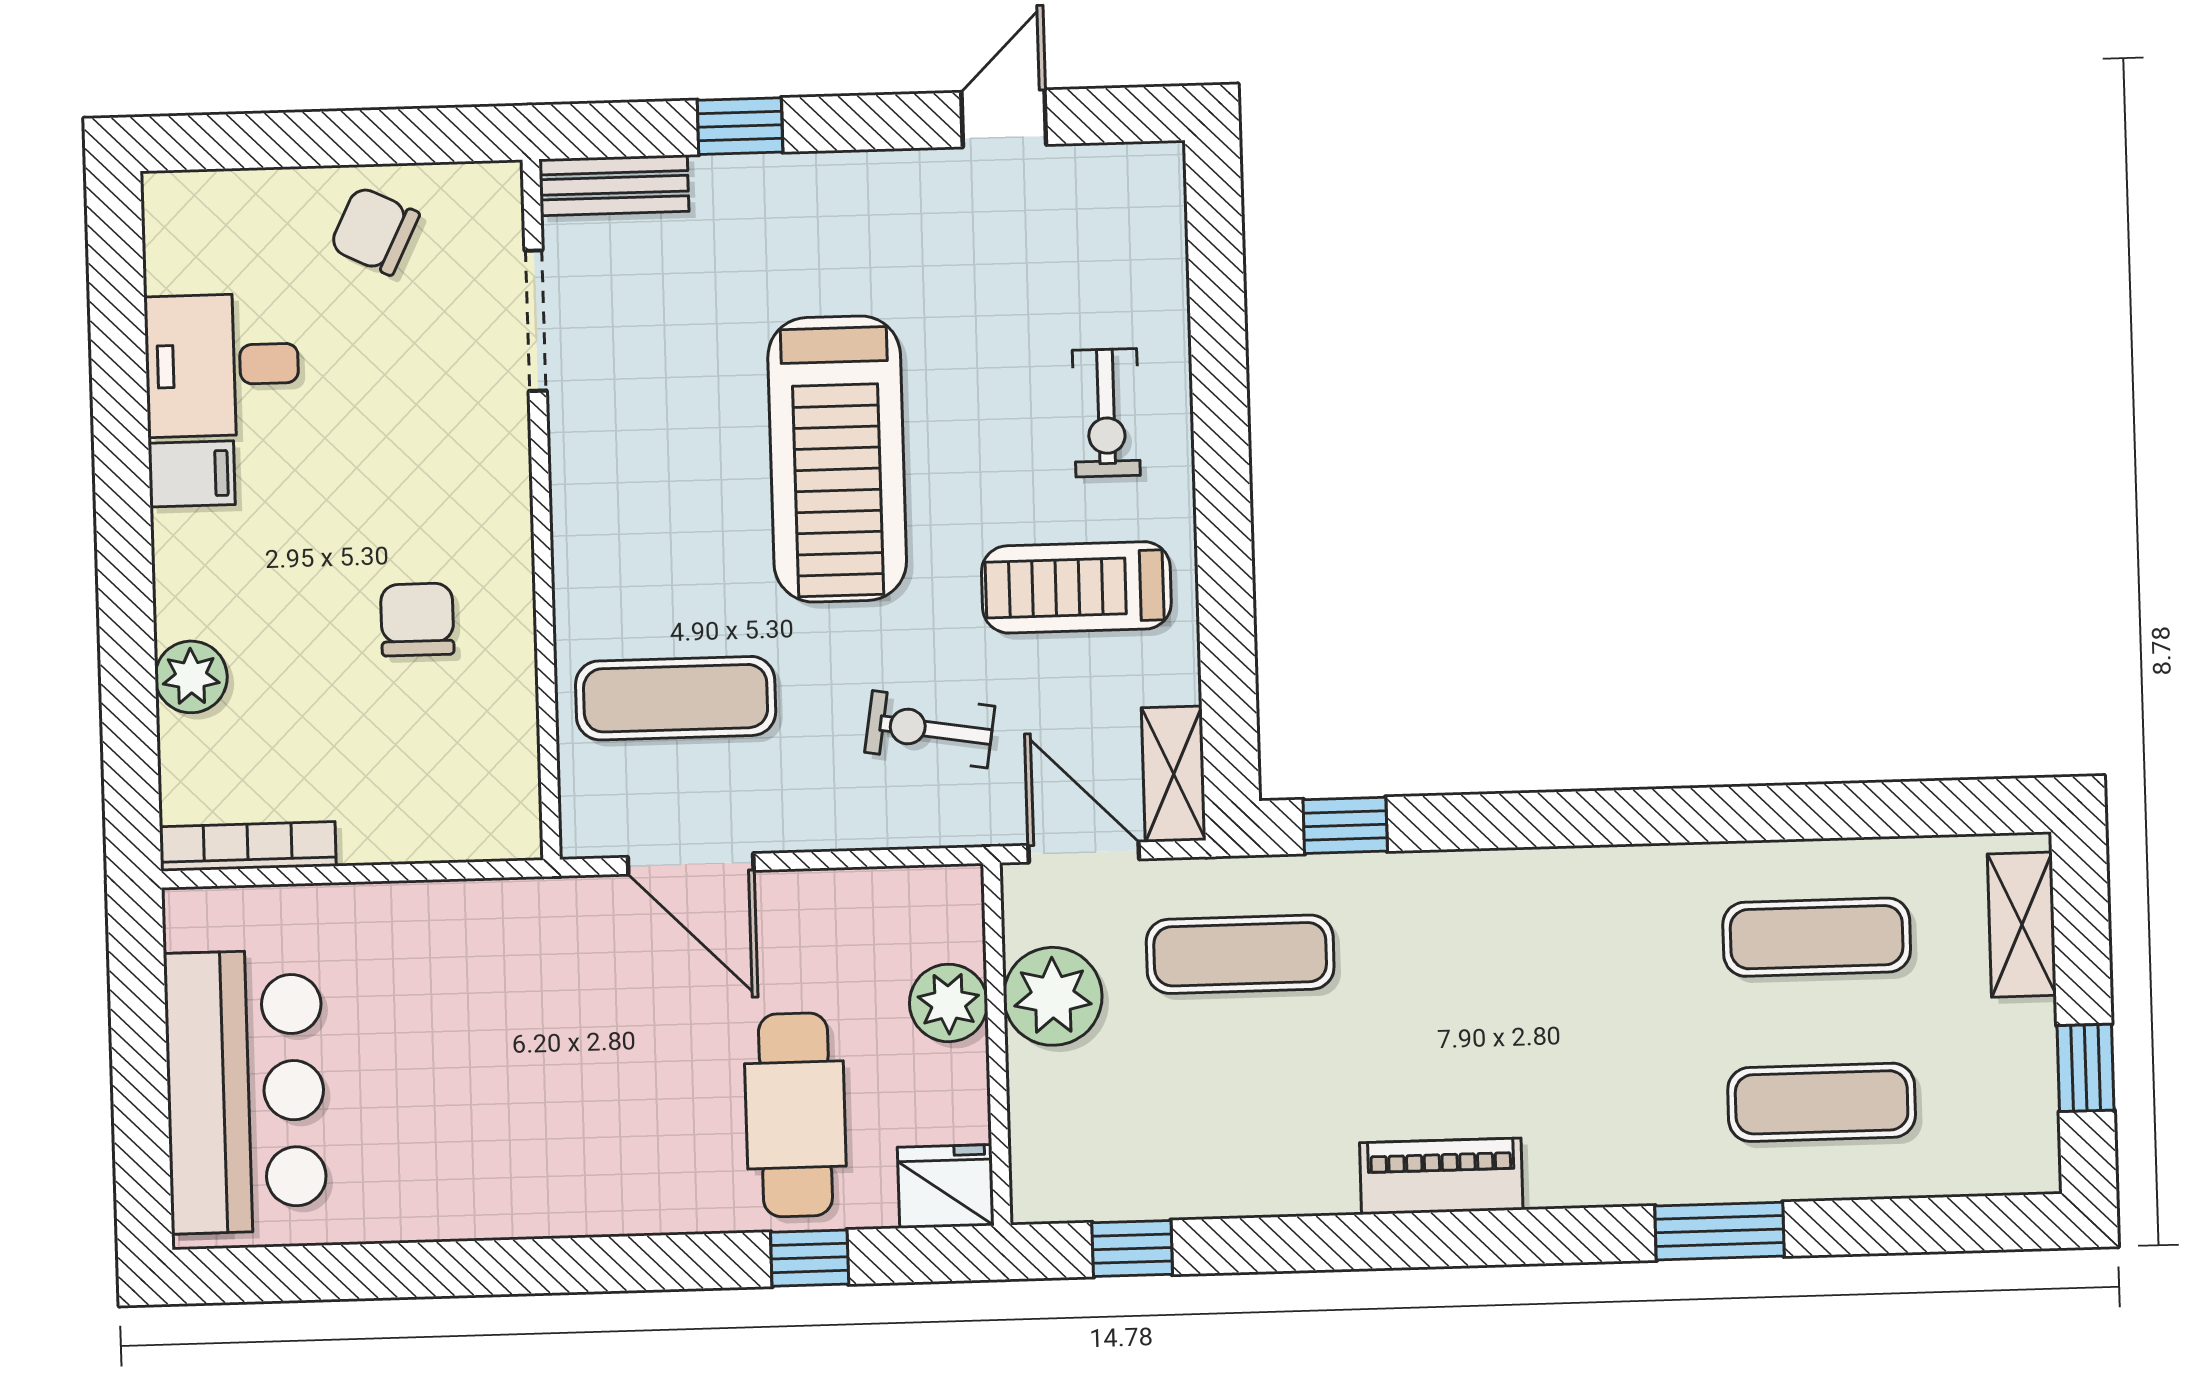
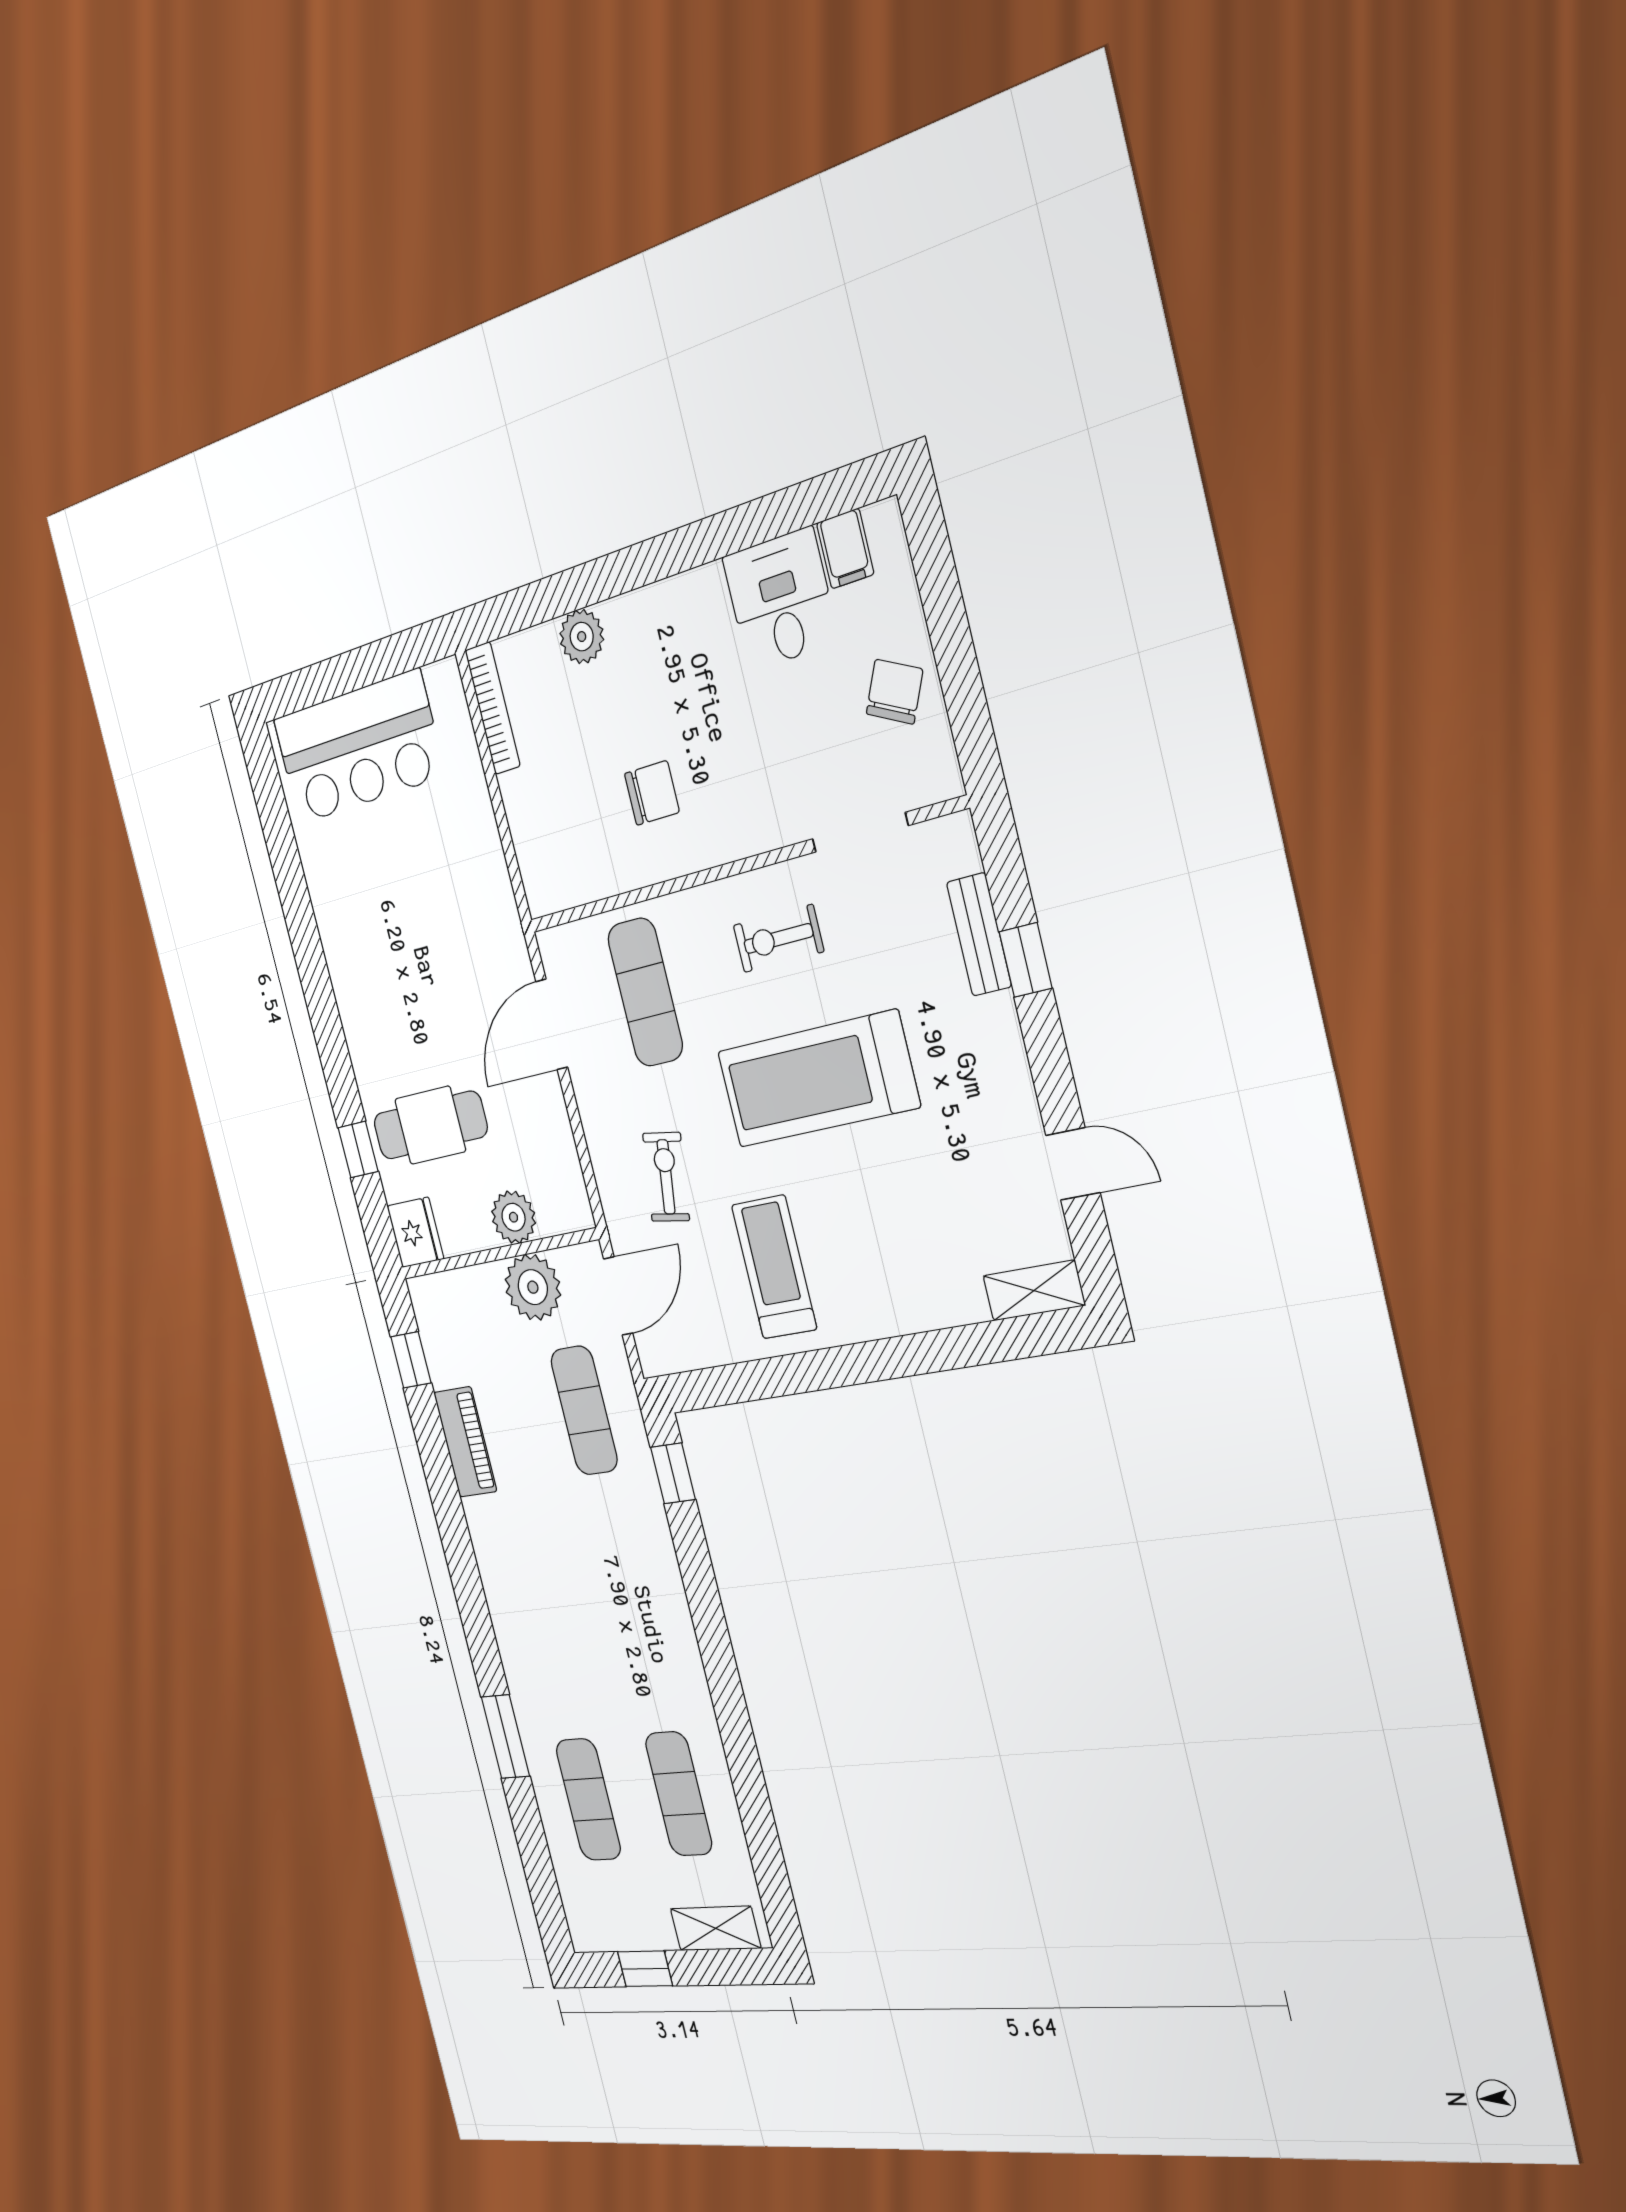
bench: (614, 185) -> (979, 934), moved
exercise bike: (1106, 413) -> (778, 938), moved
filing cabinet: (192, 474) -> (845, 549), moved
shelving: (1174, 774) -> (1034, 1290), moved
piano: (1441, 1176) -> (465, 1442), moved

